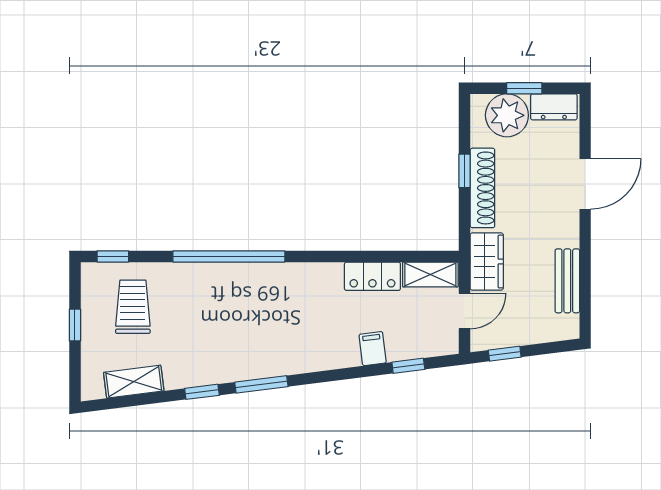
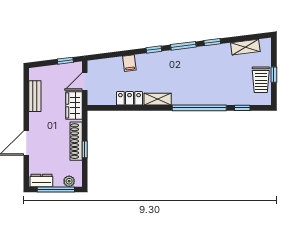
window: (524, 88) -> (56, 189), width x2.17
plant: (507, 115) -> (69, 181), width x0.53, depth x0.53
window: (113, 256) -> (242, 108), moved
shelving: (430, 275) -> (158, 99), moved
trolley: (133, 307) -> (261, 80), moved
window: (408, 366) -> (154, 50), moved

